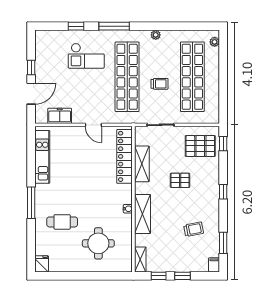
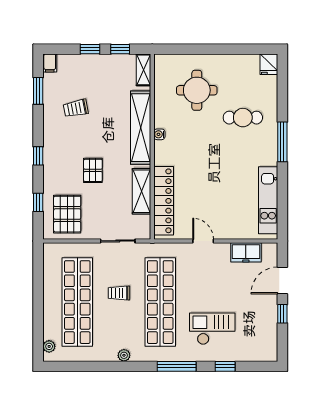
window: (223, 144) -> (38, 202), moved
pallet: (200, 146) -> (67, 214), turned 90
pallet: (180, 180) -> (93, 170), turned 90
shelving: (142, 214) -> (141, 128), width x1.47

